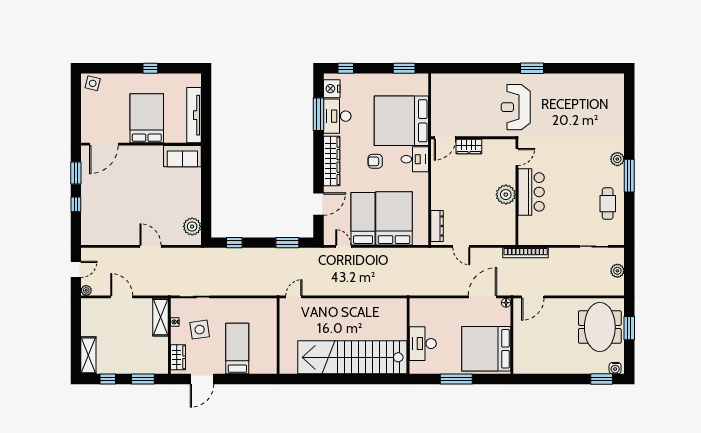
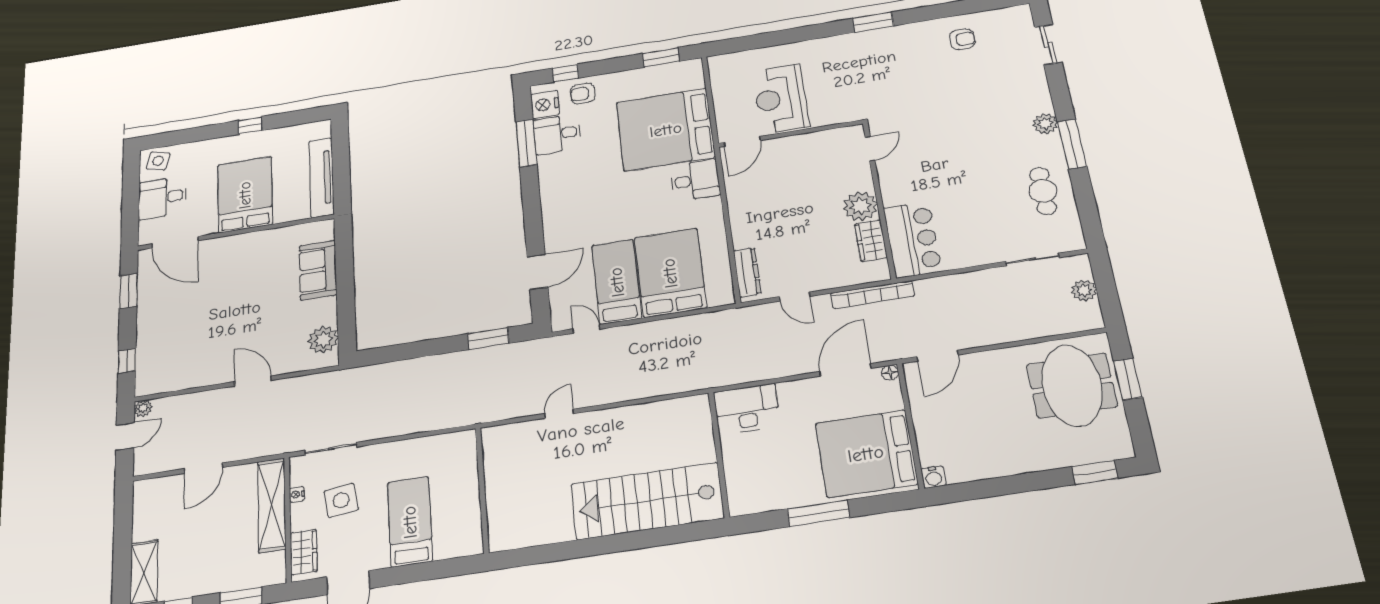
armchair: (581, 91) -> (962, 39), added
sliding door: (629, 105) -> (1048, 45), added
reception desk: (516, 107) -> (781, 99), moved
desk: (96, 111) -> (162, 198), added
desk: (337, 116) -> (557, 134), width x0.73
door: (104, 144) -> (175, 242), hinge flipped
wardrobe: (469, 146) -> (871, 241), moved, turned 90
sofa: (182, 156) -> (318, 270), moved, turned 90
wardrobe: (332, 161) -> (554, 205), removed
armchair: (375, 161) -> (583, 94), moved
bar counter: (531, 192) -> (912, 240), moved
window: (76, 204) -> (127, 361), moved
window: (234, 243) -> (396, 353), removed
bookcase: (526, 253) -> (872, 295), moved
plant: (86, 290) -> (143, 408), moved
door: (122, 297) -> (203, 468), swing flipped
door: (294, 297) -> (559, 414), moved
shelving: (161, 317) -> (272, 505), width x1.47
desk: (423, 344) -> (747, 409), moved, turned 90
stairs: (352, 357) -> (647, 501), width x0.73
water cooler: (615, 368) -> (933, 477), moved

